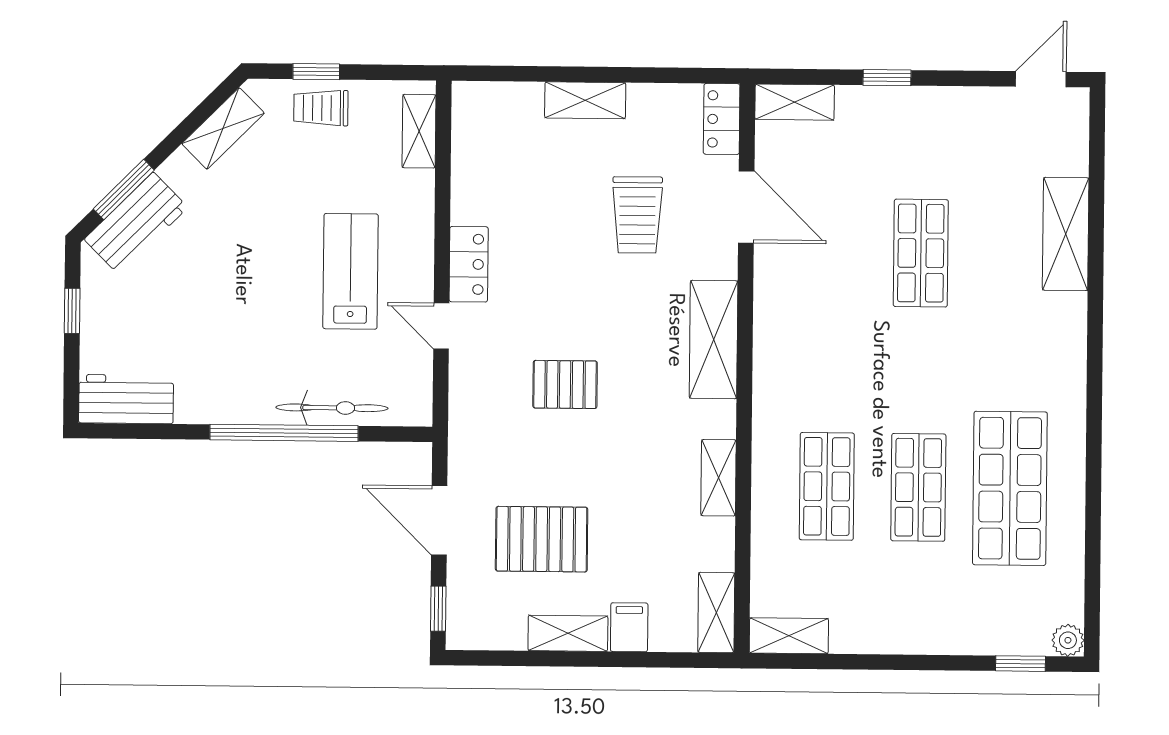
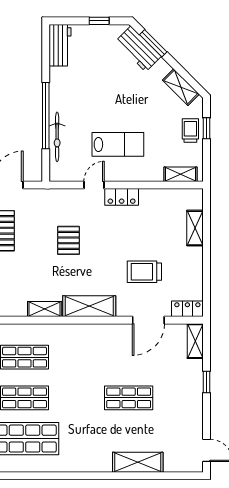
shelving: (585, 100) -> (195, 228), moved
shelving: (719, 478) -> (45, 309), moved

